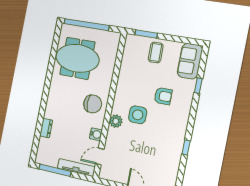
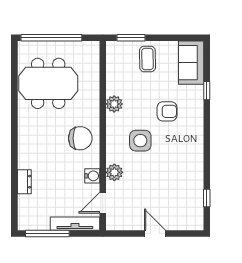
plant: (123, 83) -> (114, 104), added
plant: (116, 121) -> (114, 172), moved
window: (186, 147) -> (207, 198), moved

